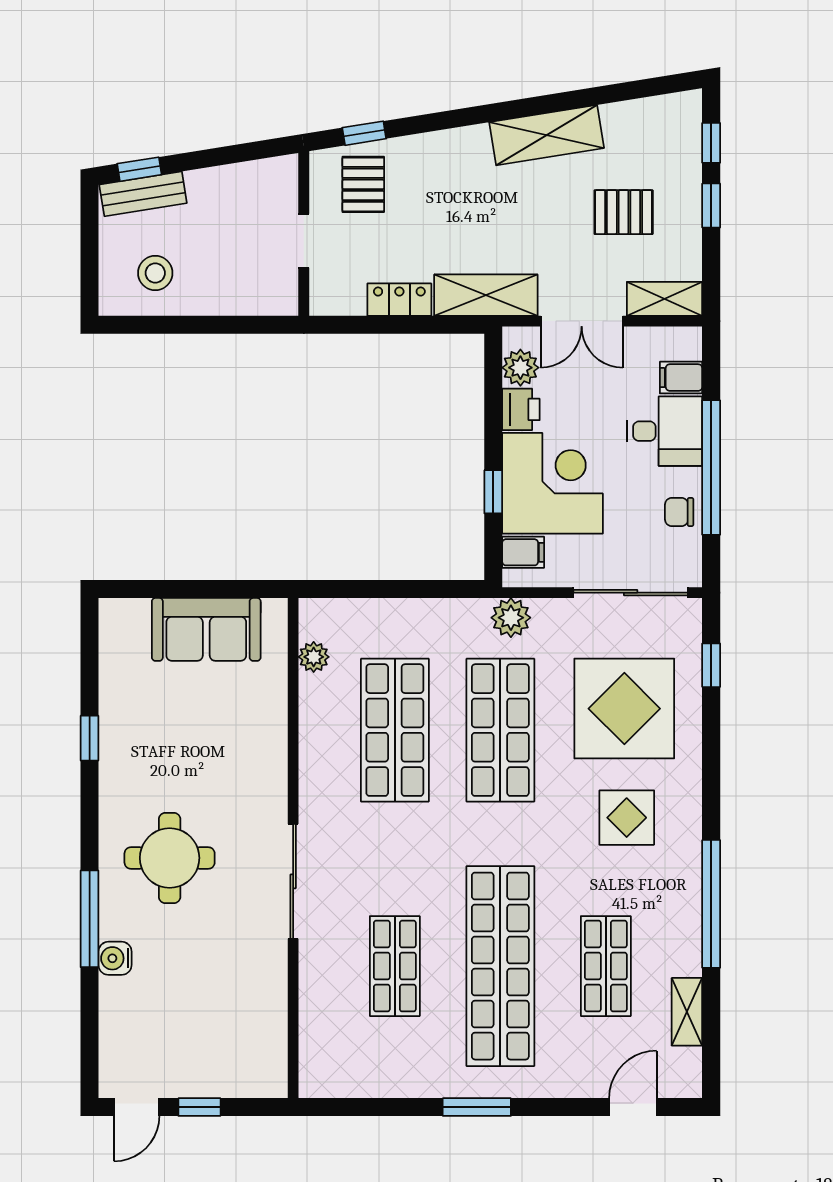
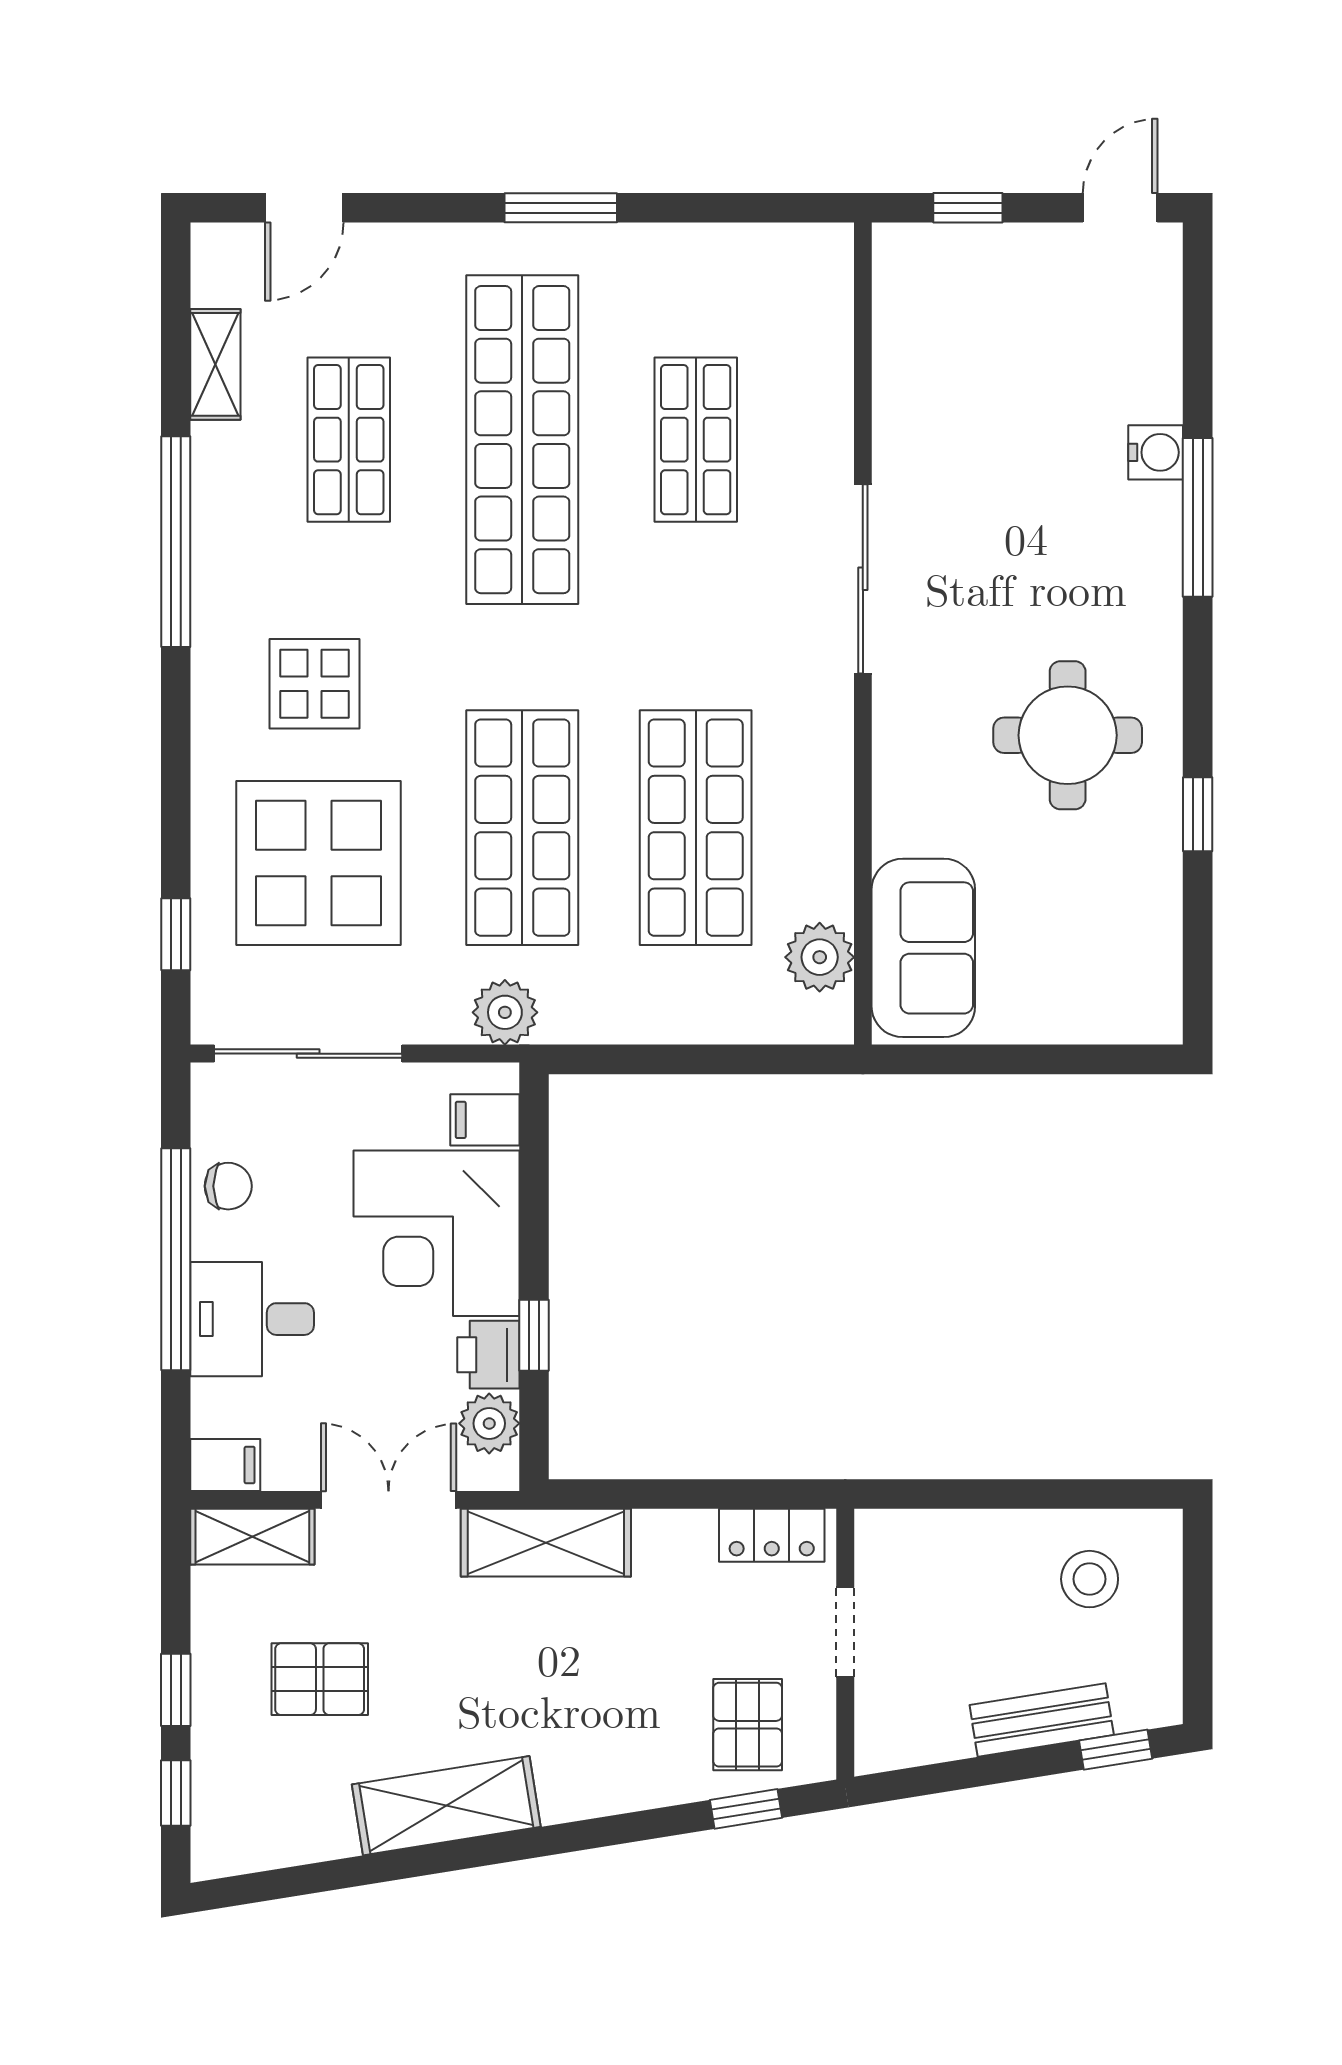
bench: (143, 194) -> (1042, 1720), moved
locker: (399, 300) -> (772, 1535), moved
filing cabinet: (681, 378) -> (225, 1465), moved
window: (493, 492) -> (534, 1335), moved
sofa: (206, 629) -> (923, 948), moved, turned 90
plant: (314, 657) -> (820, 957), width x1.38, depth x1.38
round table: (170, 858) -> (1068, 735), moved
window: (199, 1107) -> (968, 208), moved

